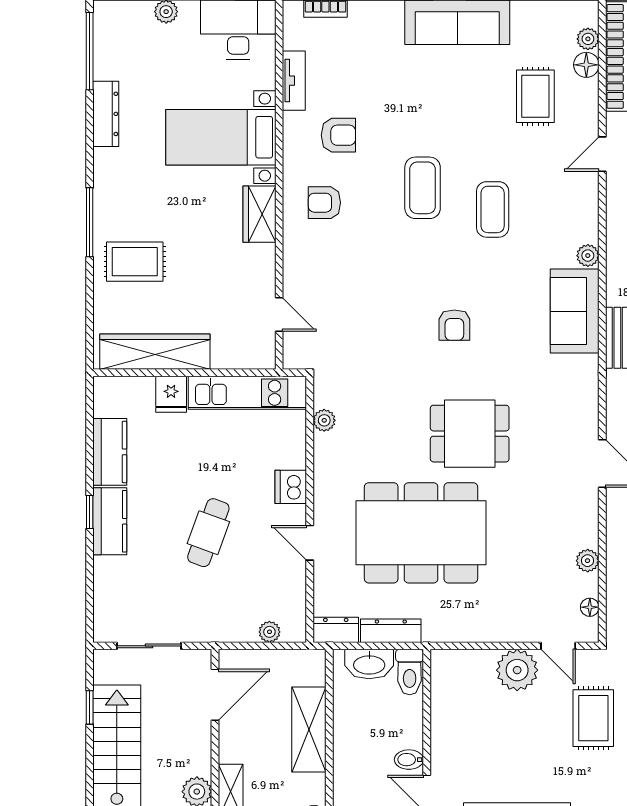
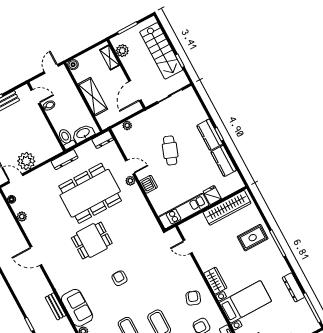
armchair: (324, 203) -> (193, 298), turned -70
plant: (324, 420) -> (130, 181), moved
dresser: (391, 631) -> (65, 160), moved

